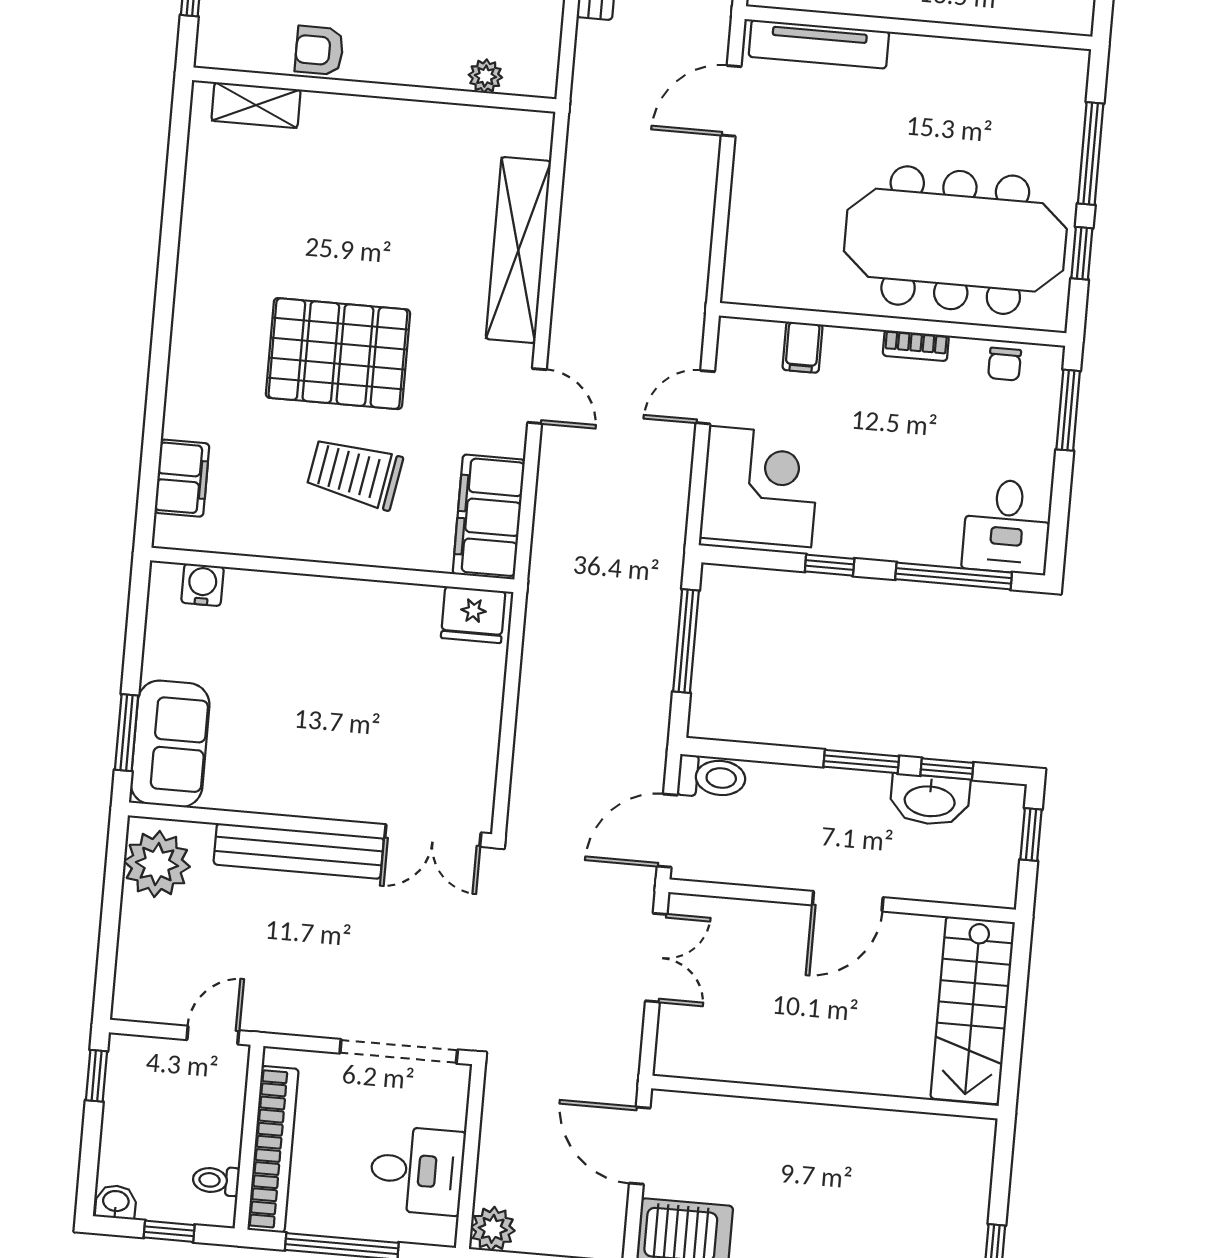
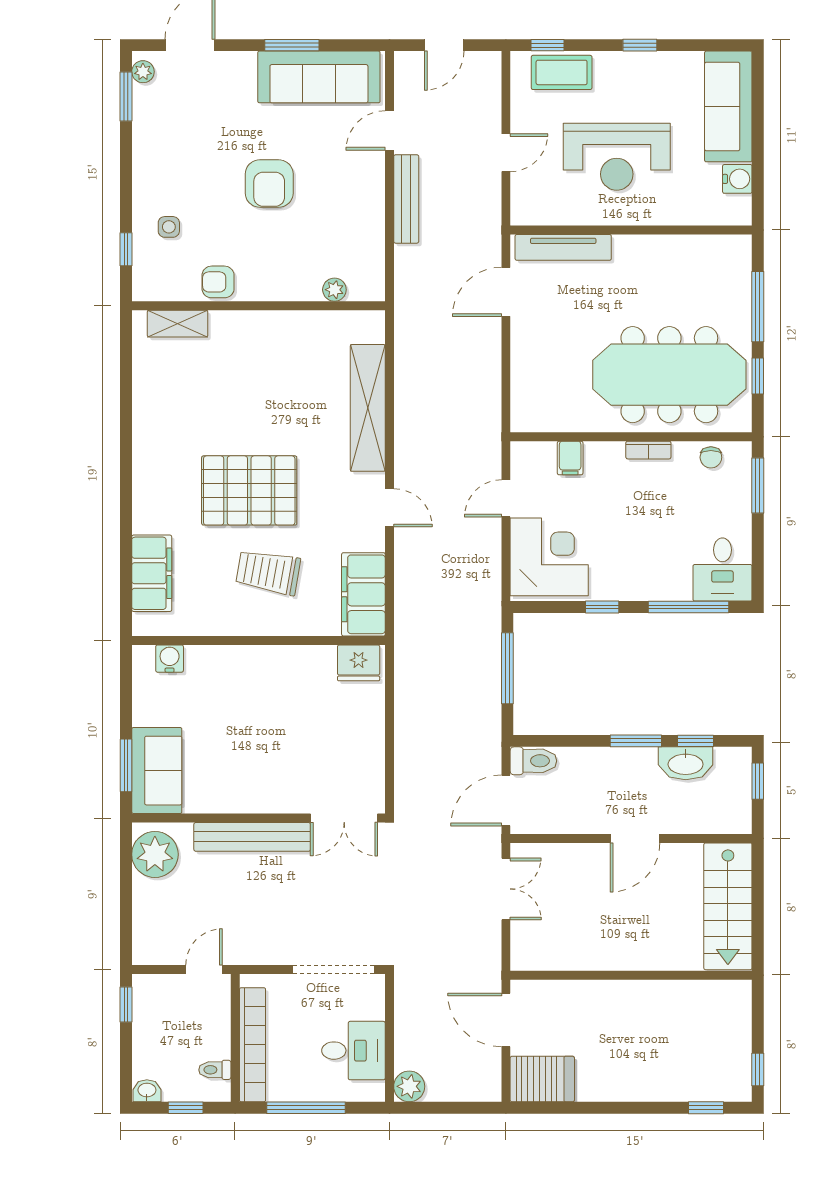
filing cabinet: (182, 478) -> (152, 573), width x1.50, depth x1.17

